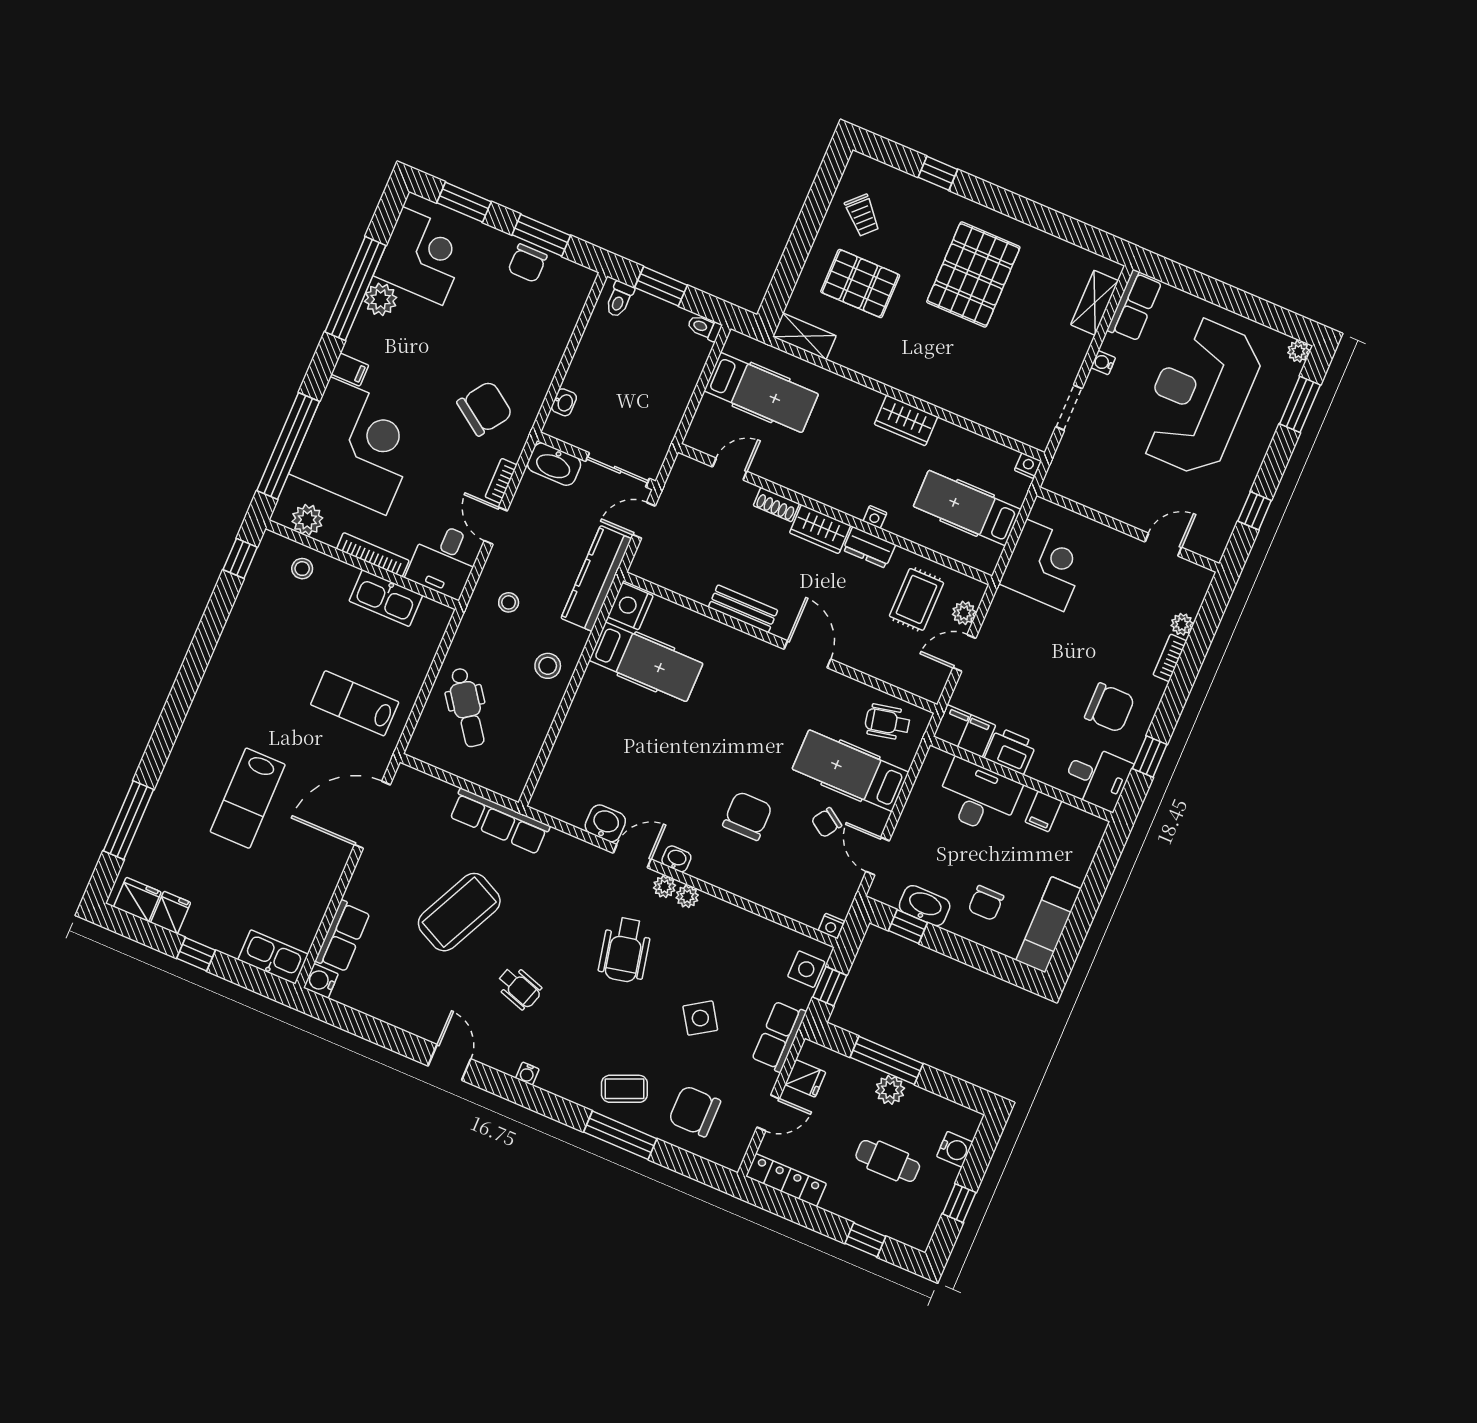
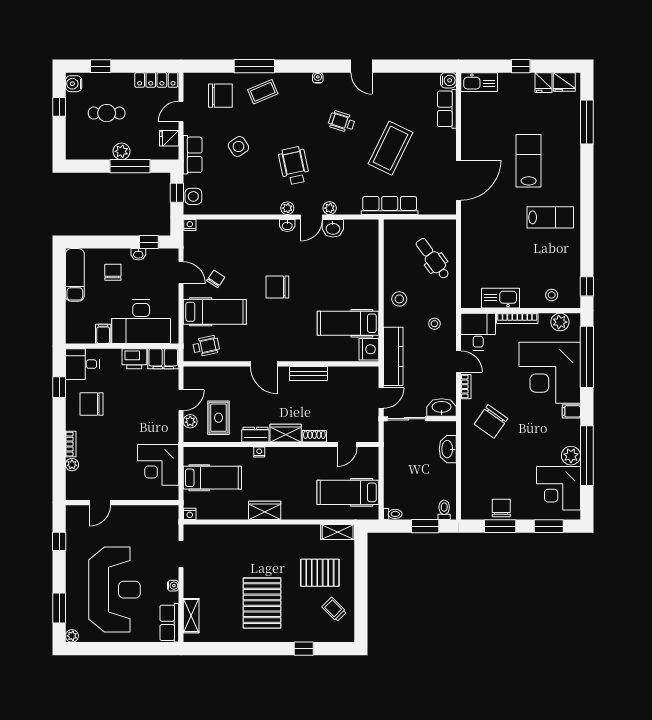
washbasin: (564, 402) -> (448, 449), width x1.91, depth x1.45
lab bench: (355, 703) -> (550, 217), moved
desk: (978, 797) -> (141, 322), width x1.36, depth x1.30
chair: (747, 816) -> (277, 287), moved, turned 90
plant: (687, 896) -> (330, 208), moved
washbasin: (925, 906) -> (138, 254), width x0.52, depth x0.69
water cooler: (955, 1149) -> (74, 84), moved

